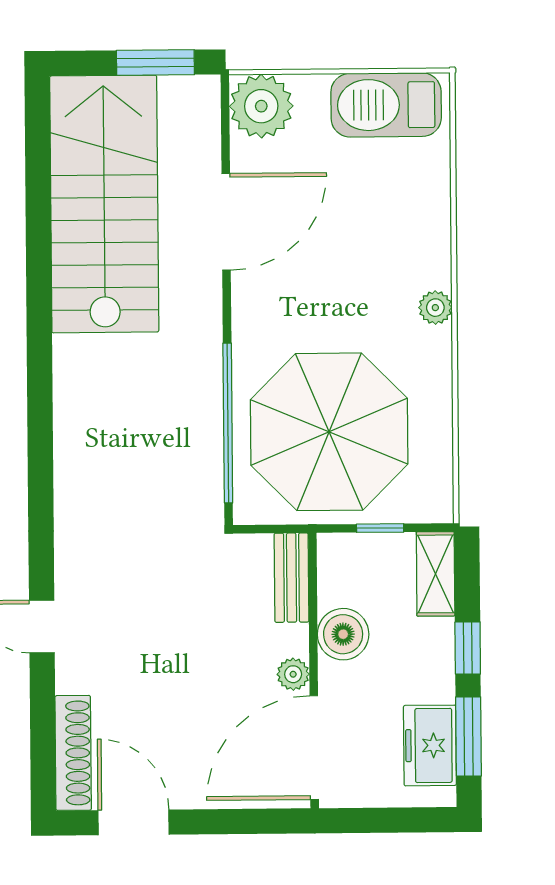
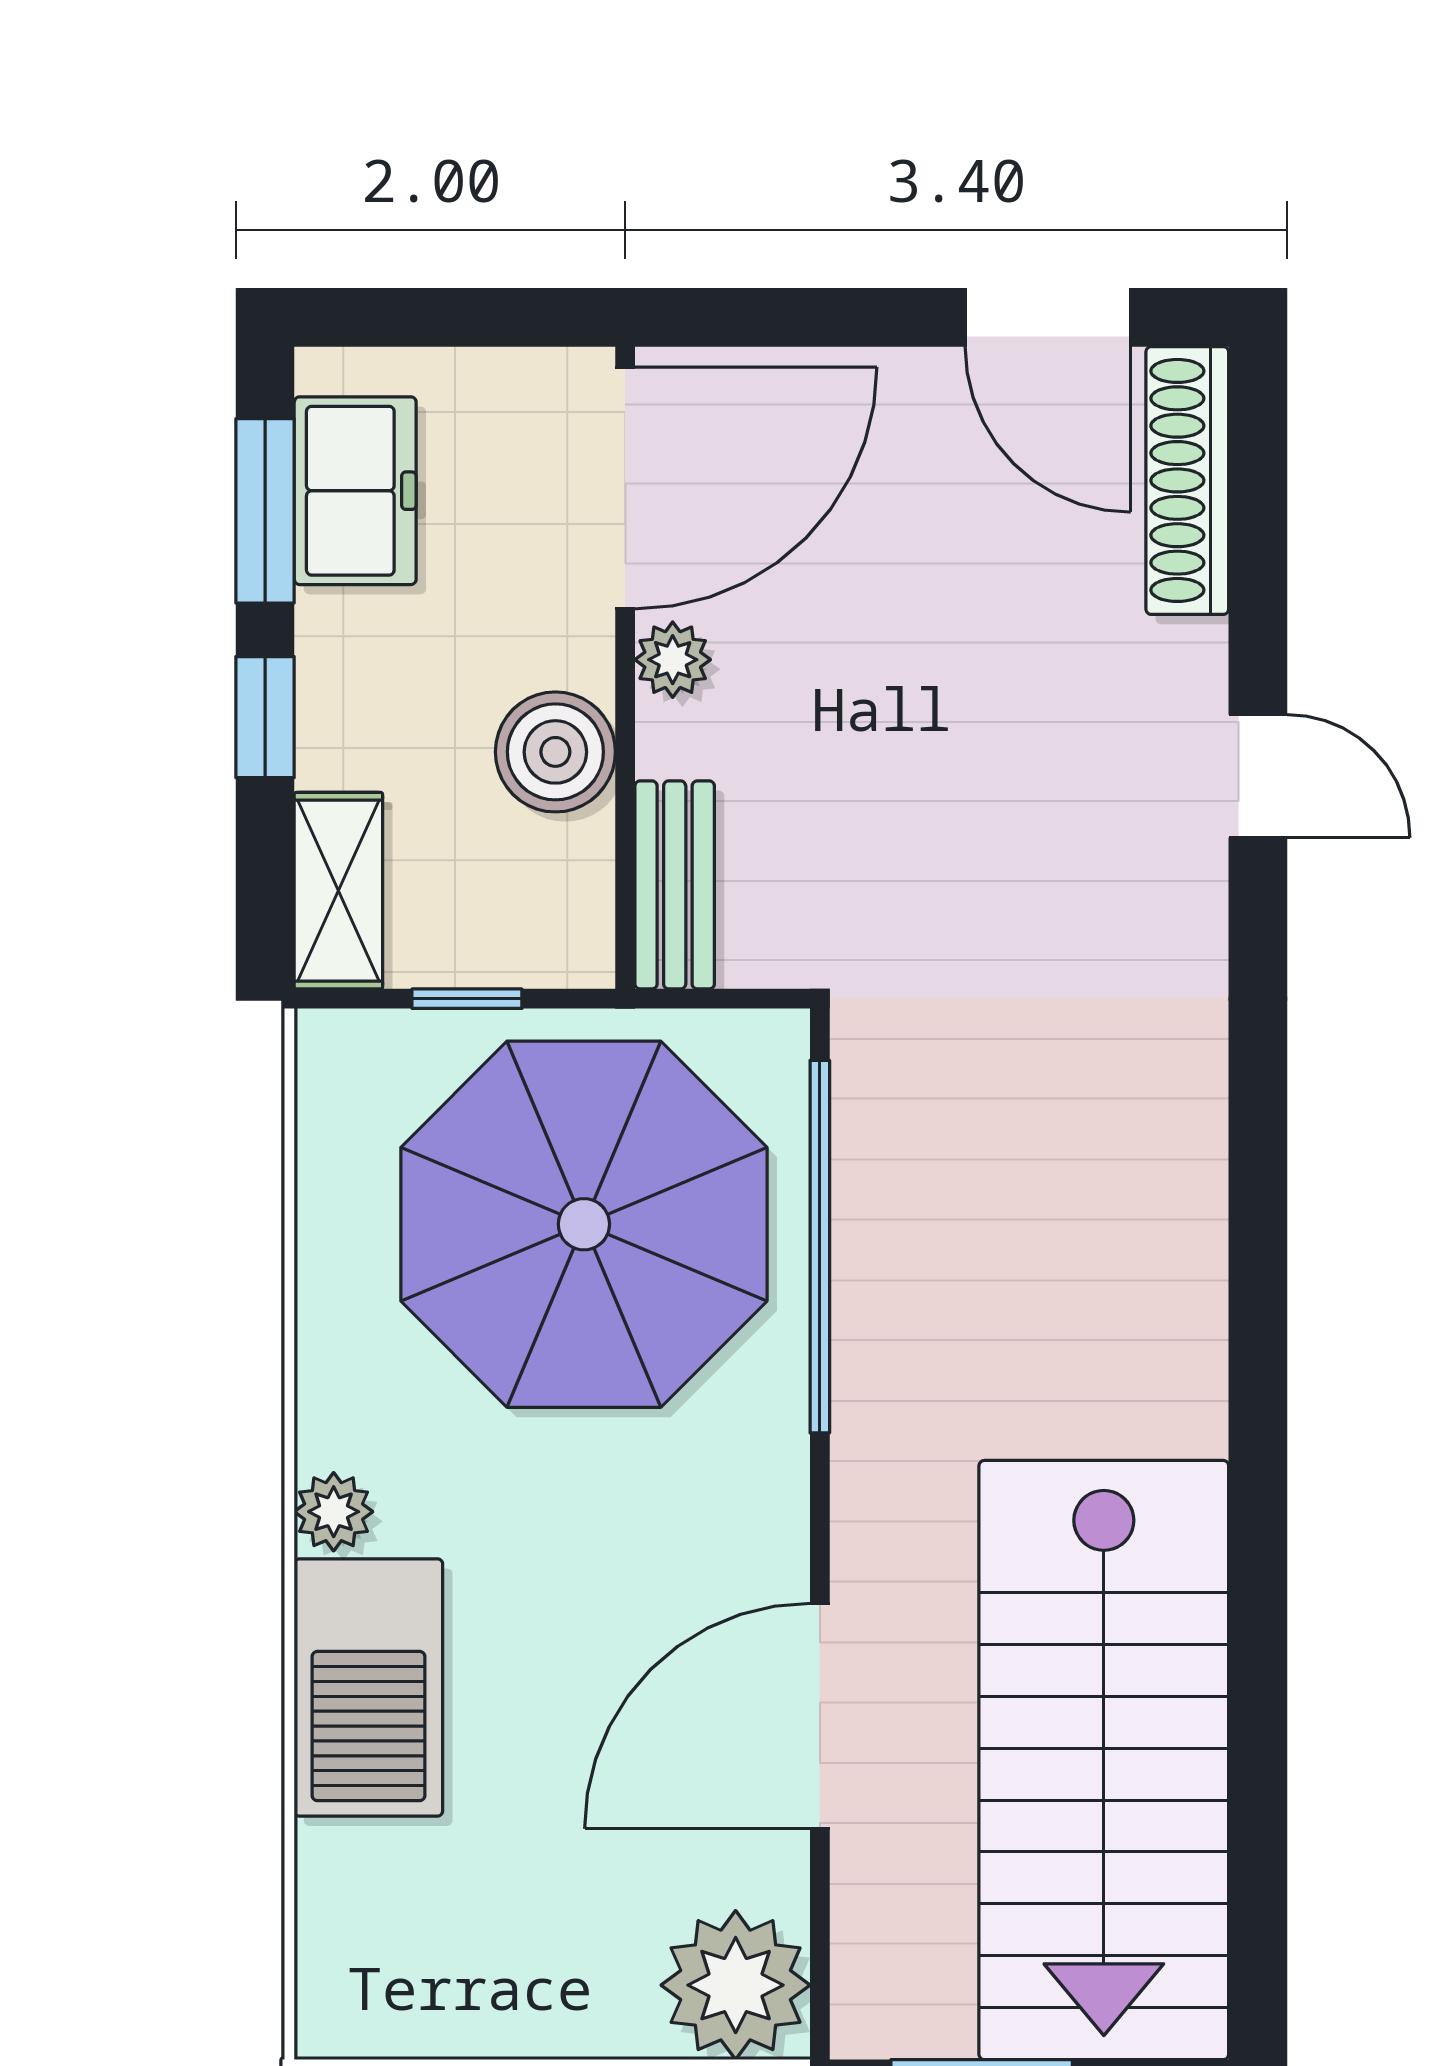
barbecue: (386, 105) -> (368, 1687), moved, turned 90

